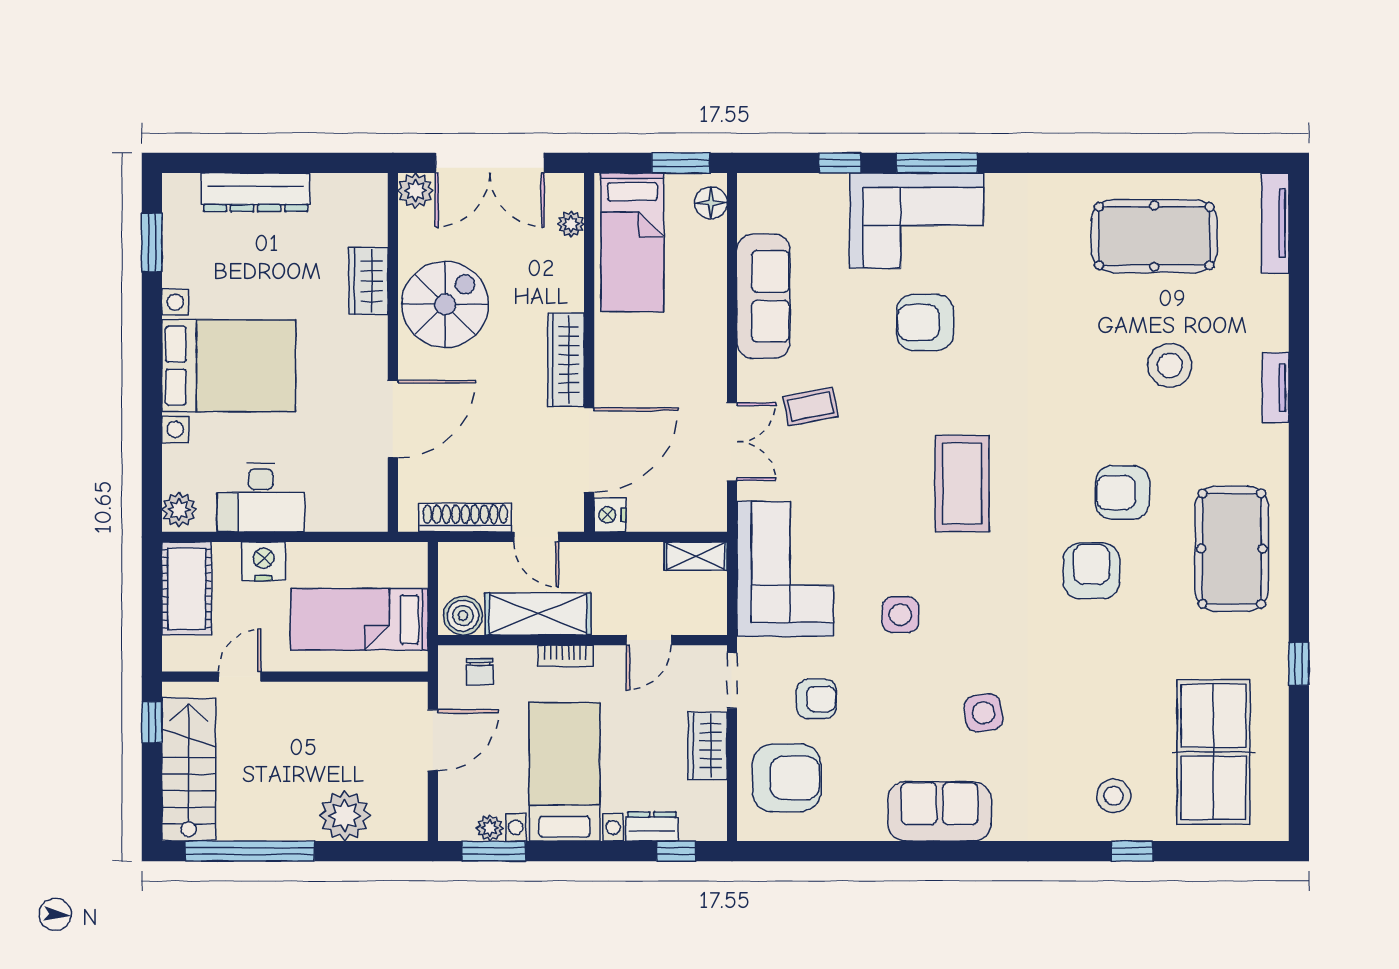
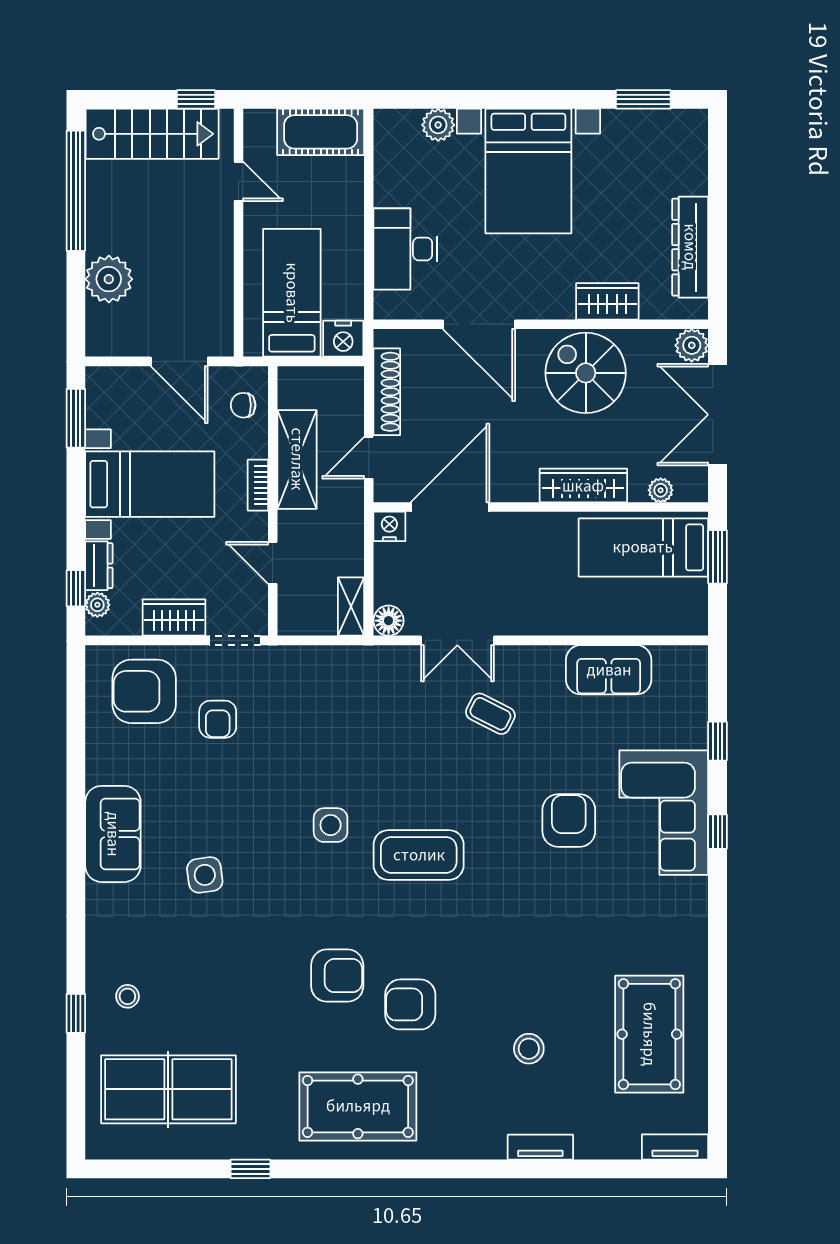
window: (681, 163) -> (718, 557), moved
window: (937, 163) -> (718, 832), width x0.46
dresser: (256, 192) -> (690, 247), moved
floor lamp: (711, 203) -> (389, 621), moved
tv unit: (1275, 223) -> (675, 1147), width x0.71
sofa: (763, 296) -> (609, 670), width x0.73
spiral stairs: (445, 304) -> (586, 373), turned 180
wardrobe: (566, 360) -> (583, 486), moved
stool: (1170, 365) -> (529, 1049), width x0.73, depth x0.73
tv unit: (1275, 388) -> (540, 1147), moved
coffee table: (811, 406) -> (490, 714), turned -52
door: (589, 450) -> (450, 507), swing flipped
armchair: (1122, 492) -> (410, 1004), turned -90
desk: (261, 498) -> (405, 249), moved
plant: (179, 510) -> (438, 125), moved
nightstand: (264, 561) -> (343, 339), moved, turned 90
corner sofa: (785, 569) -> (339, 690), removed
side table: (900, 615) -> (331, 825), moved
boiler: (463, 616) -> (295, 390), removed
armchair: (787, 778) -> (144, 691), turned 90
stool: (1114, 796) -> (127, 996), width x0.73, depth x0.73
plant: (490, 828) -> (97, 605), moved

